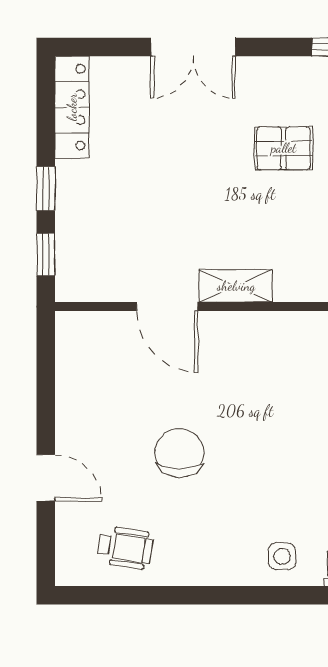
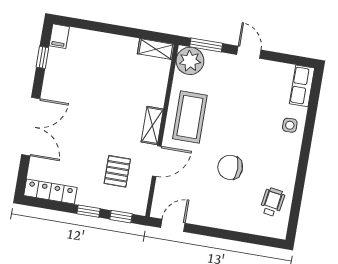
double door: (193, 47) -> (31, 127), width x1.37
pallet: (284, 148) -> (117, 171), moved
coffee table: (265, 357) -> (190, 117), added
door: (46, 478) -> (173, 225), moved

